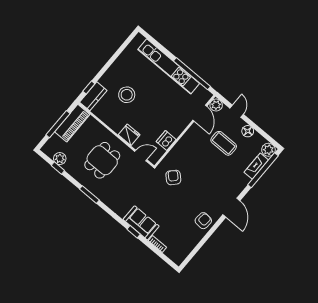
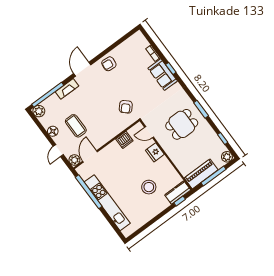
plant: (60, 159) -> (227, 157), moved
dining table: (102, 160) -> (182, 124), moved
fireplace: (256, 166) -> (67, 89), moved

